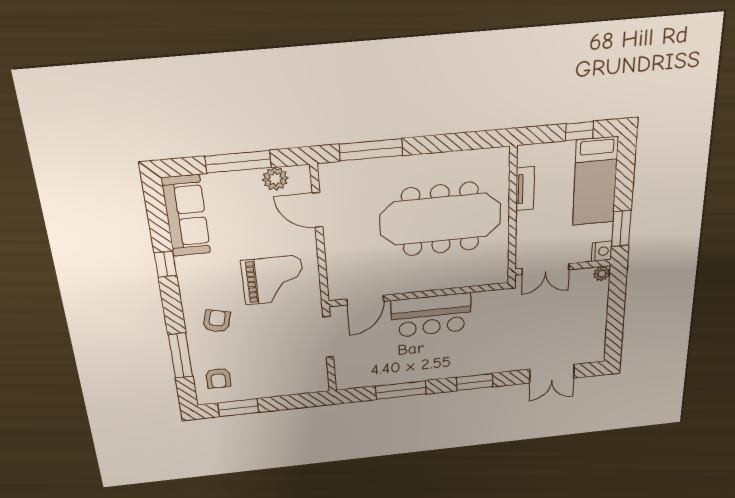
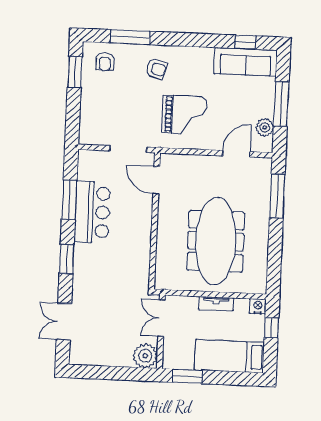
window: (579, 131) -> (271, 328), moved
tv unit: (525, 189) -> (216, 304), moved
nightstand: (602, 251) -> (258, 306), moved, turned 180
window: (165, 264) -> (245, 42), moved
plant: (602, 274) -> (145, 356), width x1.87, depth x1.87
grand piano: (273, 280) -> (184, 115), turned -90
bar counter: (431, 315) -> (92, 212), moved, turned 180
armchair: (218, 378) -> (105, 61), turned -90

